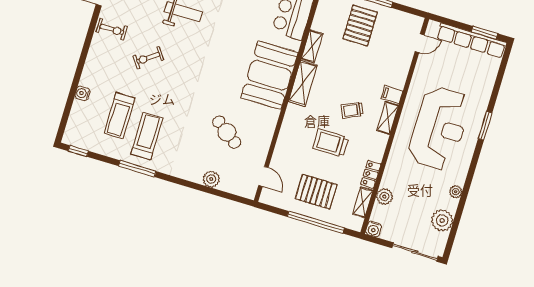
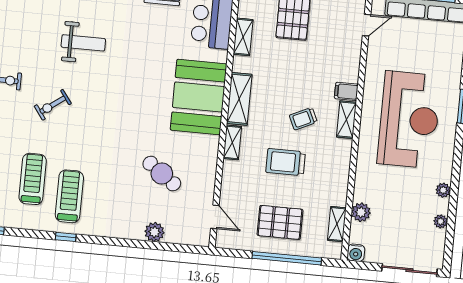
shelving: (312, 46) -> (243, 37), moved
treadmill: (120, 116) -> (33, 179), turned 180
shelving: (290, 118) -> (232, 142), added
window: (137, 169) -> (66, 237), width x0.46
locker: (371, 174) -> (340, 190), removed
plant: (442, 220) -> (441, 221), width x0.53, depth x0.53

